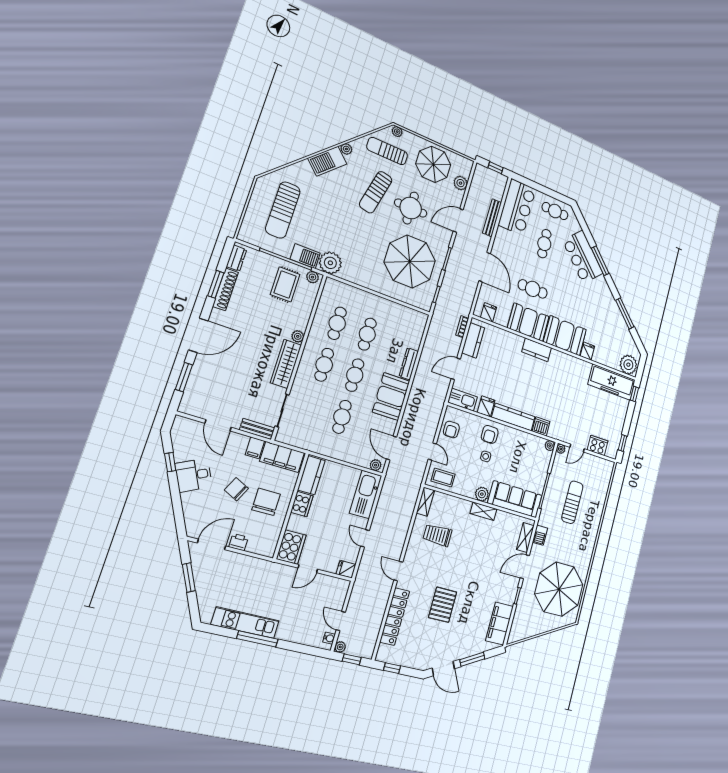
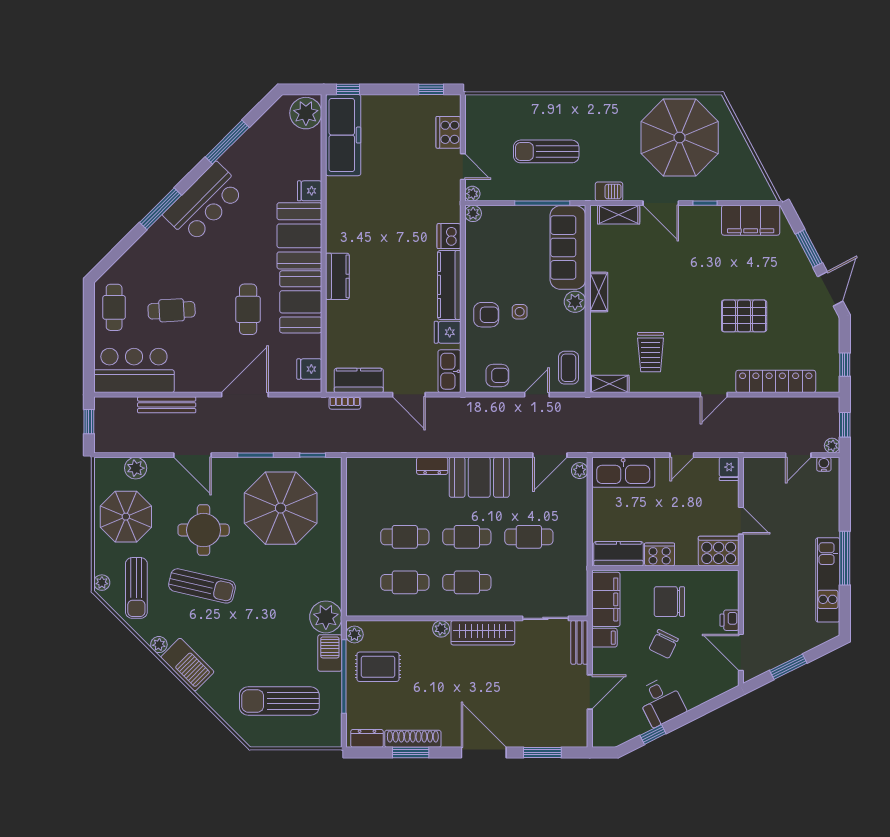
sun lounger: (283, 210) -> (279, 701), turned 180
bar counter: (583, 257) -> (204, 203), moved
dresser: (409, 364) -> (432, 466), width x0.70

